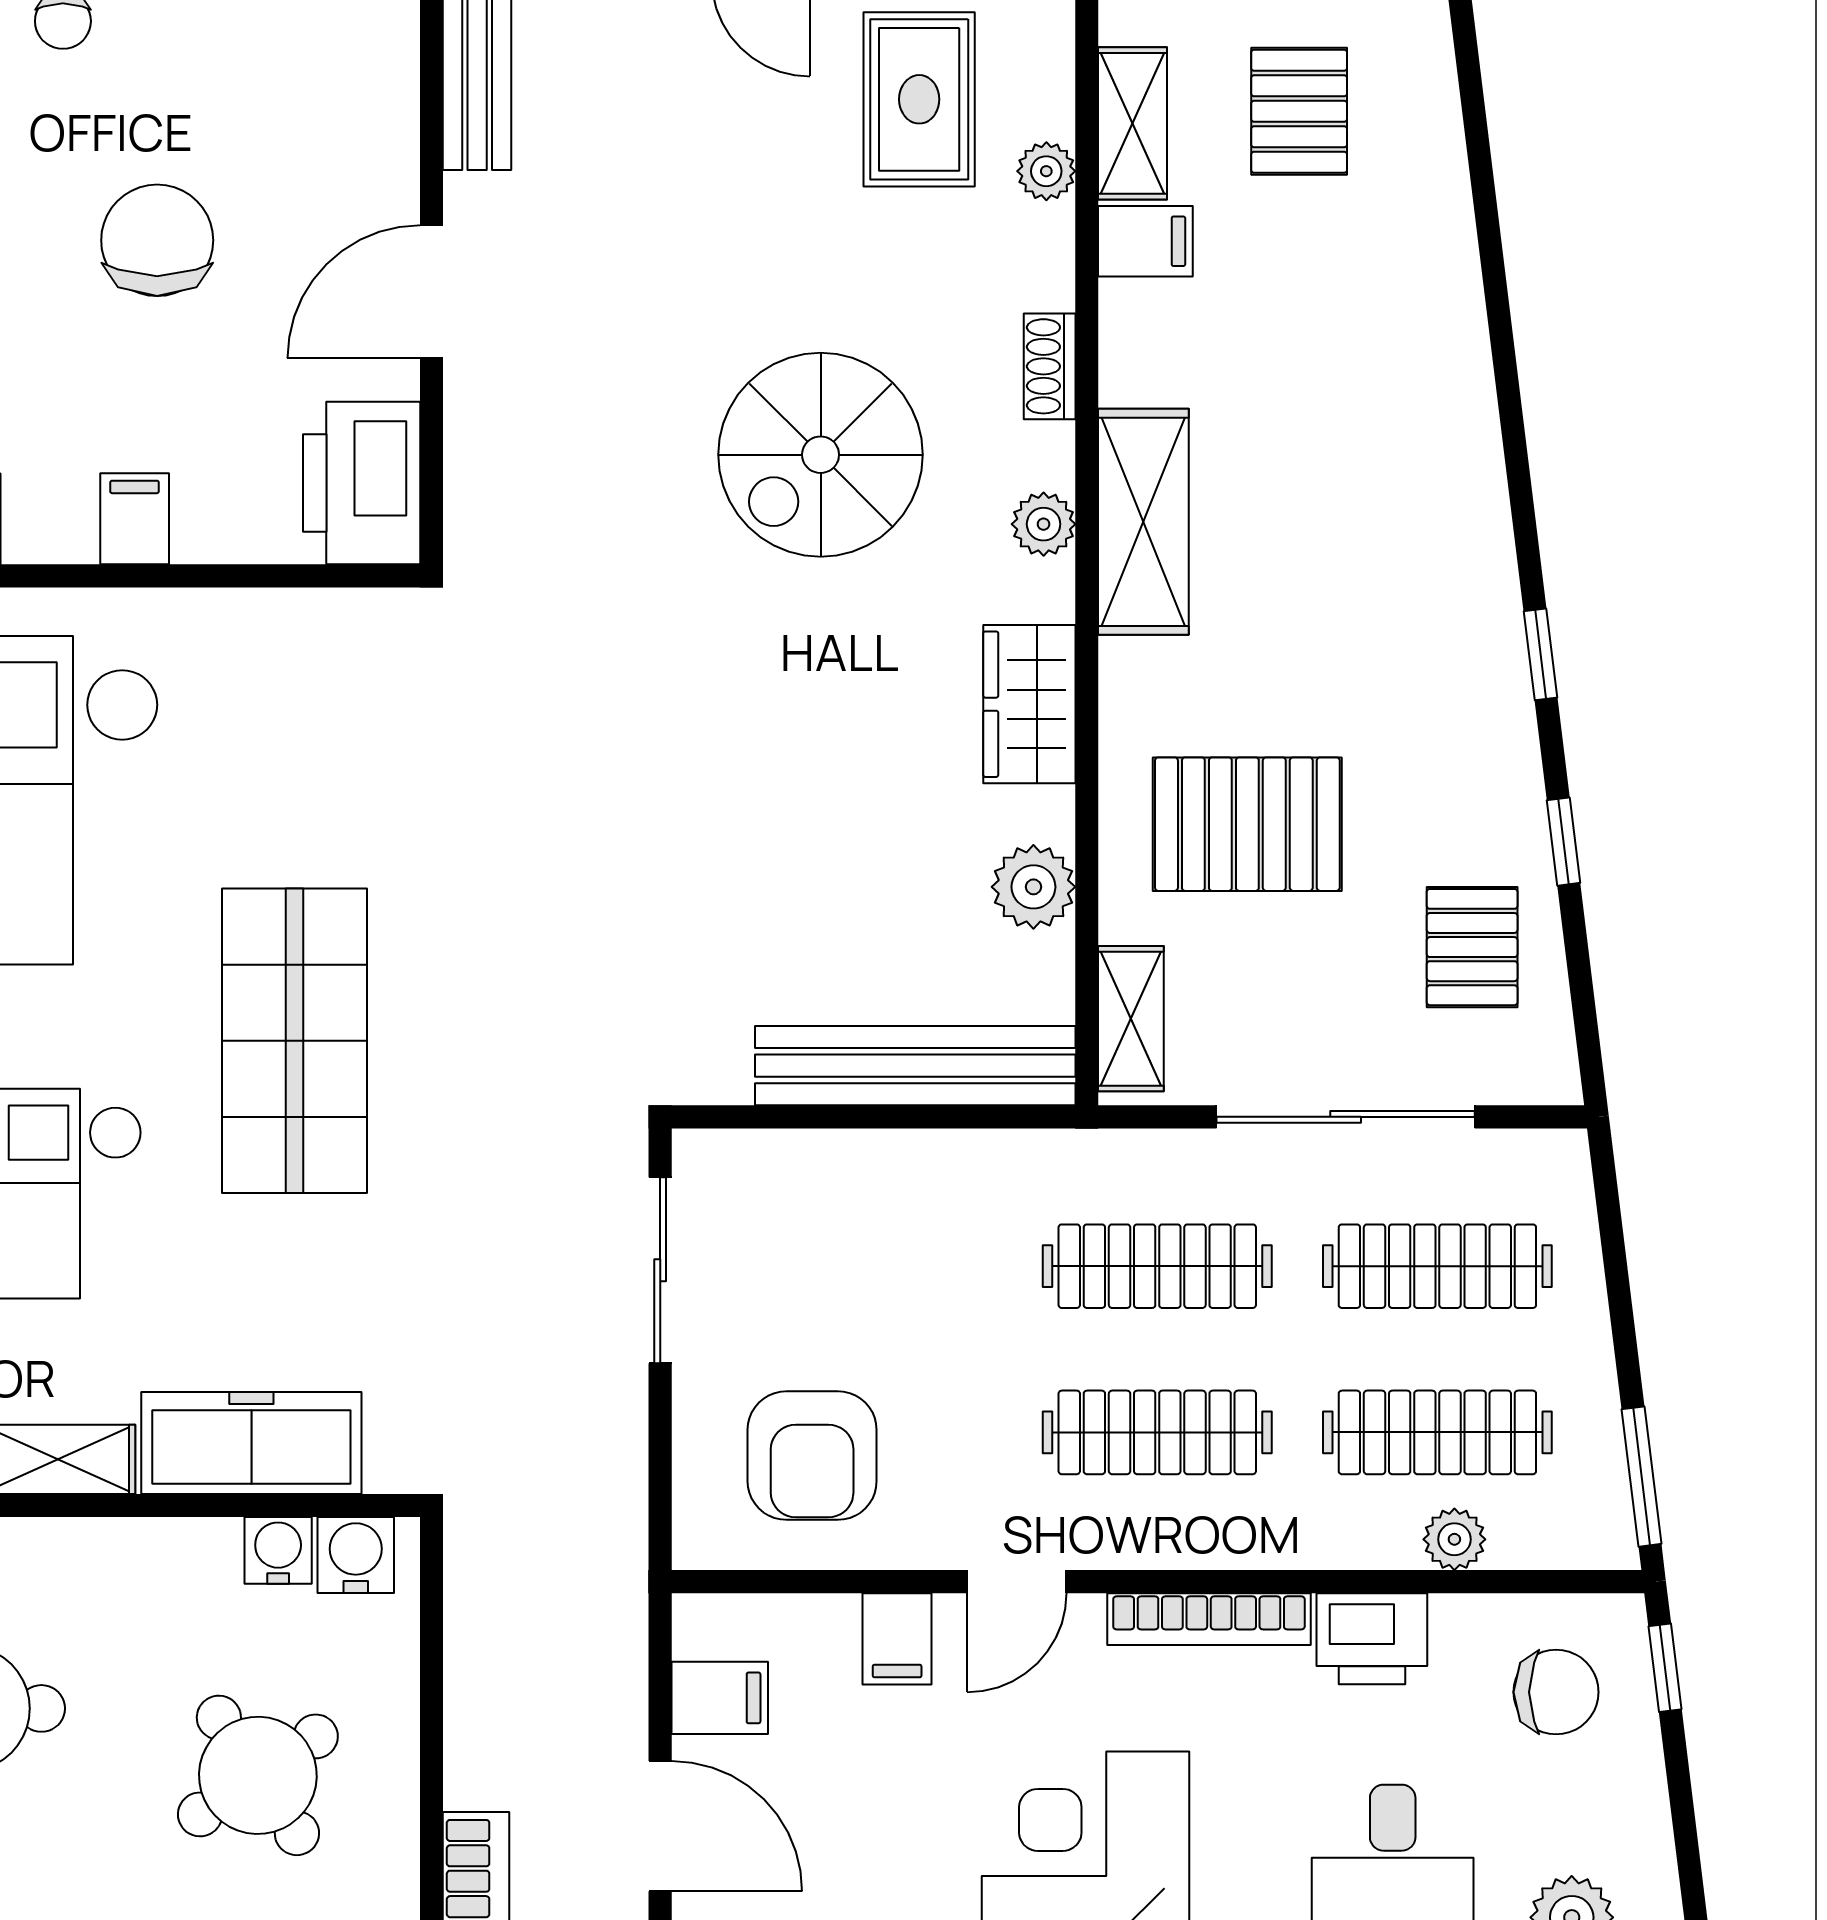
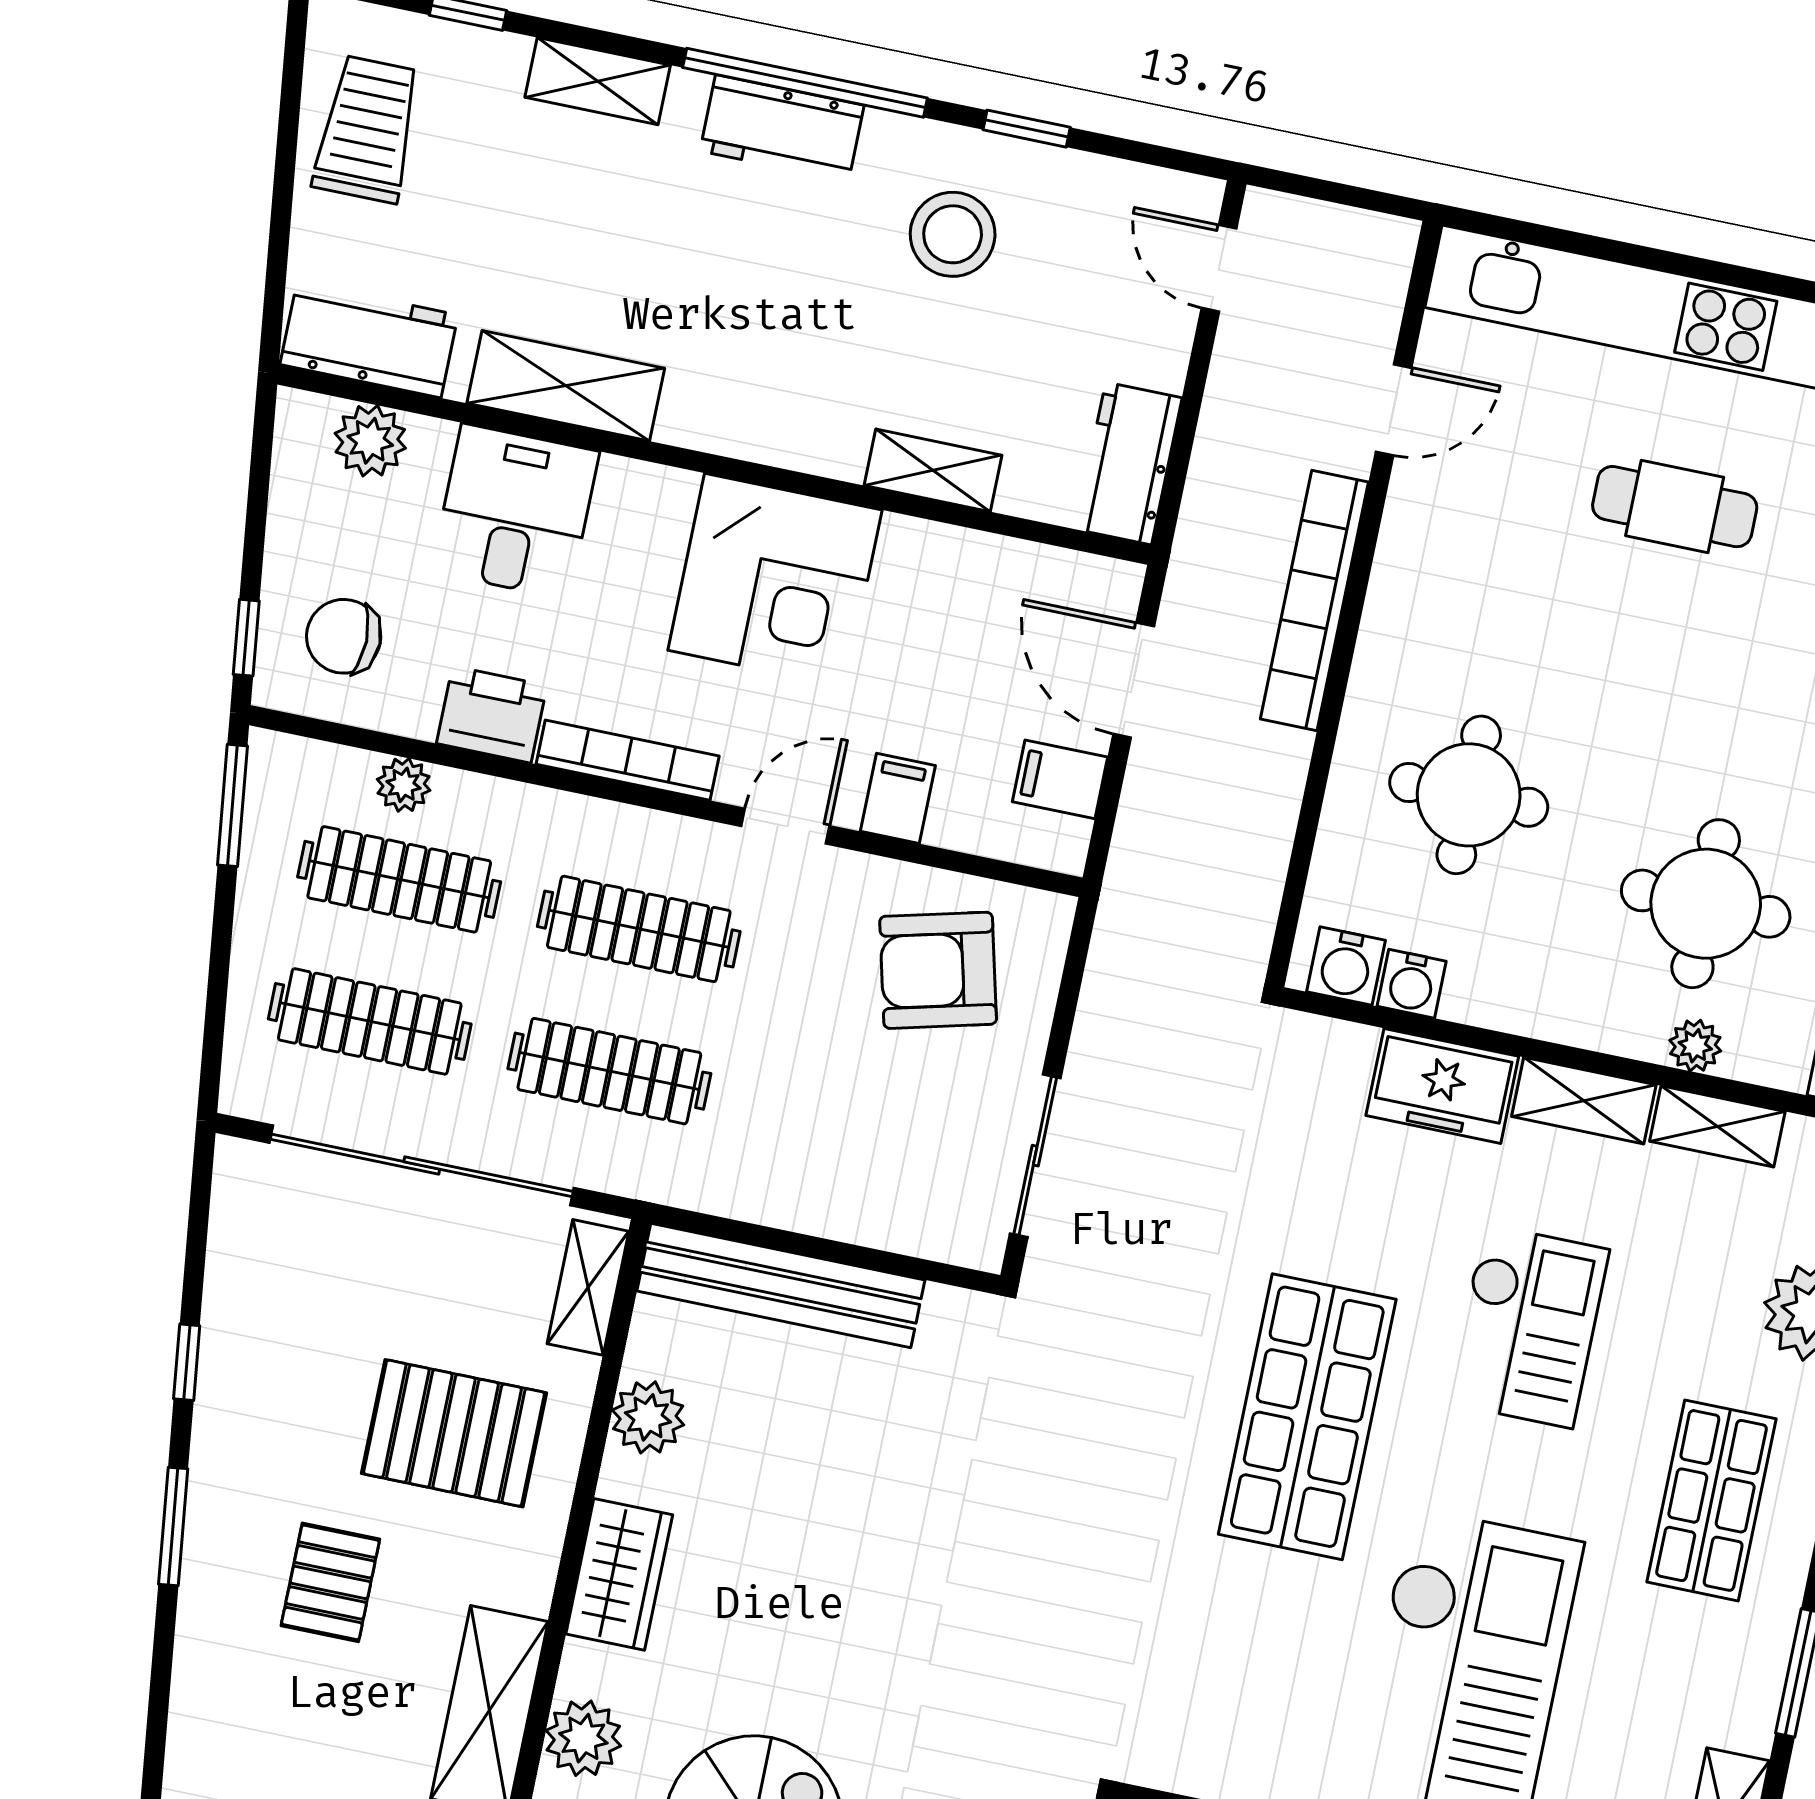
plant: (1044, 524) -> (583, 1738), width x1.38, depth x1.38
window: (1541, 654) -> (173, 1526), width x1.50
pallet: (1472, 947) -> (330, 1582), moved
sliding door: (1346, 1117) -> (422, 1165), width x1.36
freezer: (251, 1443) -> (1442, 1086), width x0.71
armchair: (812, 1456) -> (938, 970), turned -104
round table: (258, 1775) -> (1469, 795), turned 34

